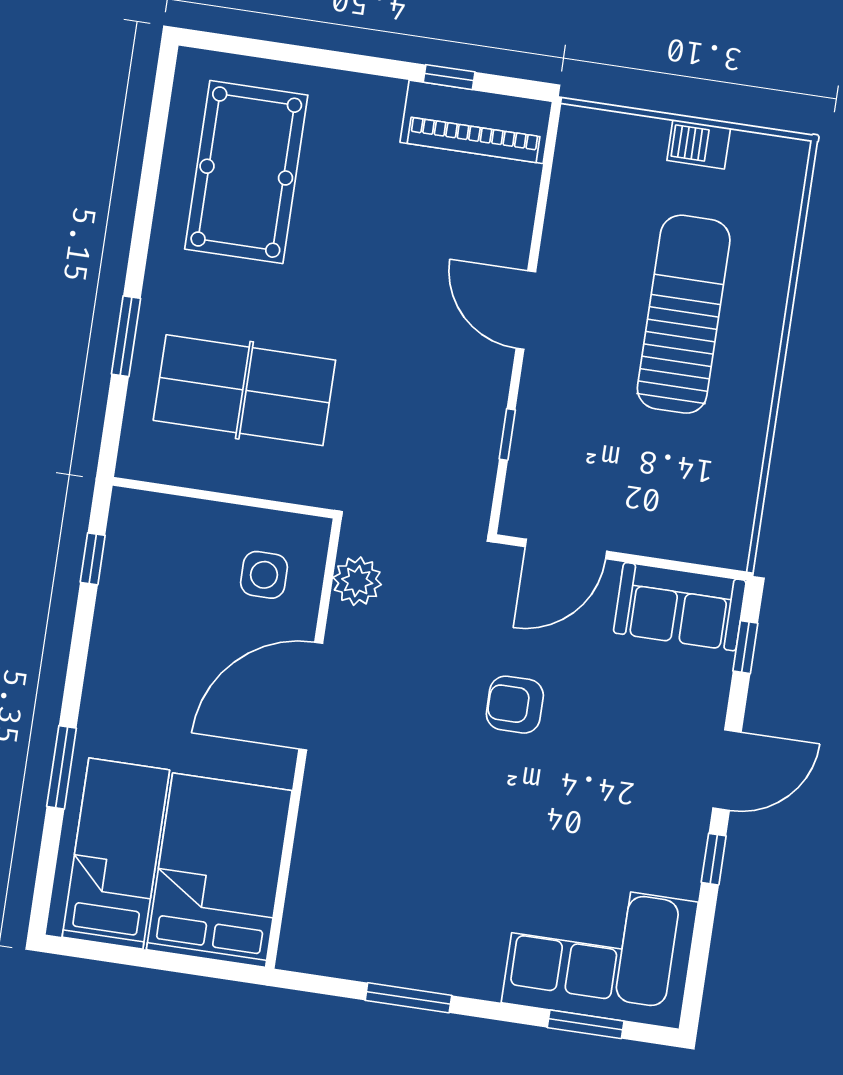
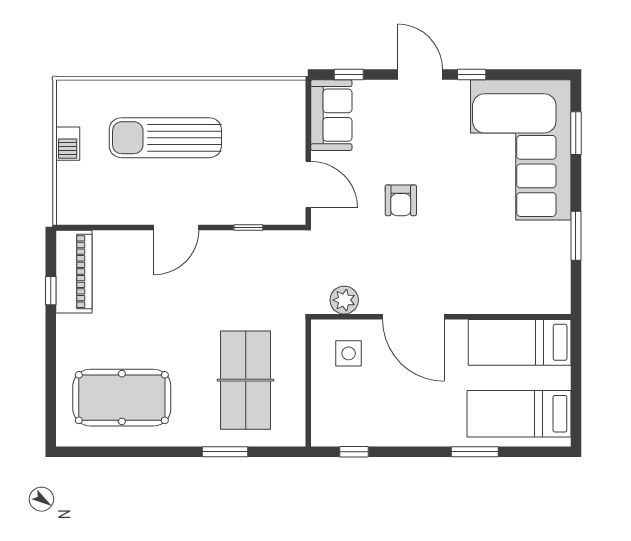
bed: (219, 870) -> (520, 342), width x0.67
corner sofa: (600, 952) -> (521, 150), width x1.36, depth x1.36

